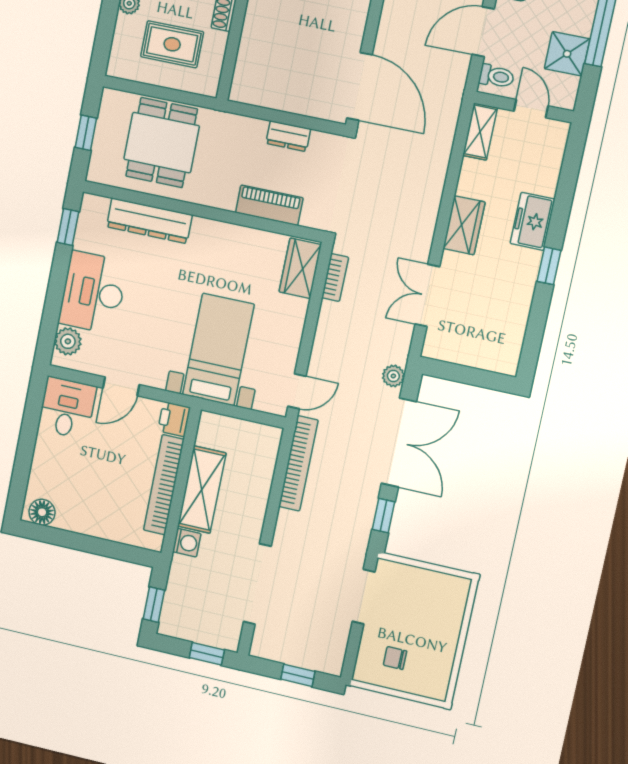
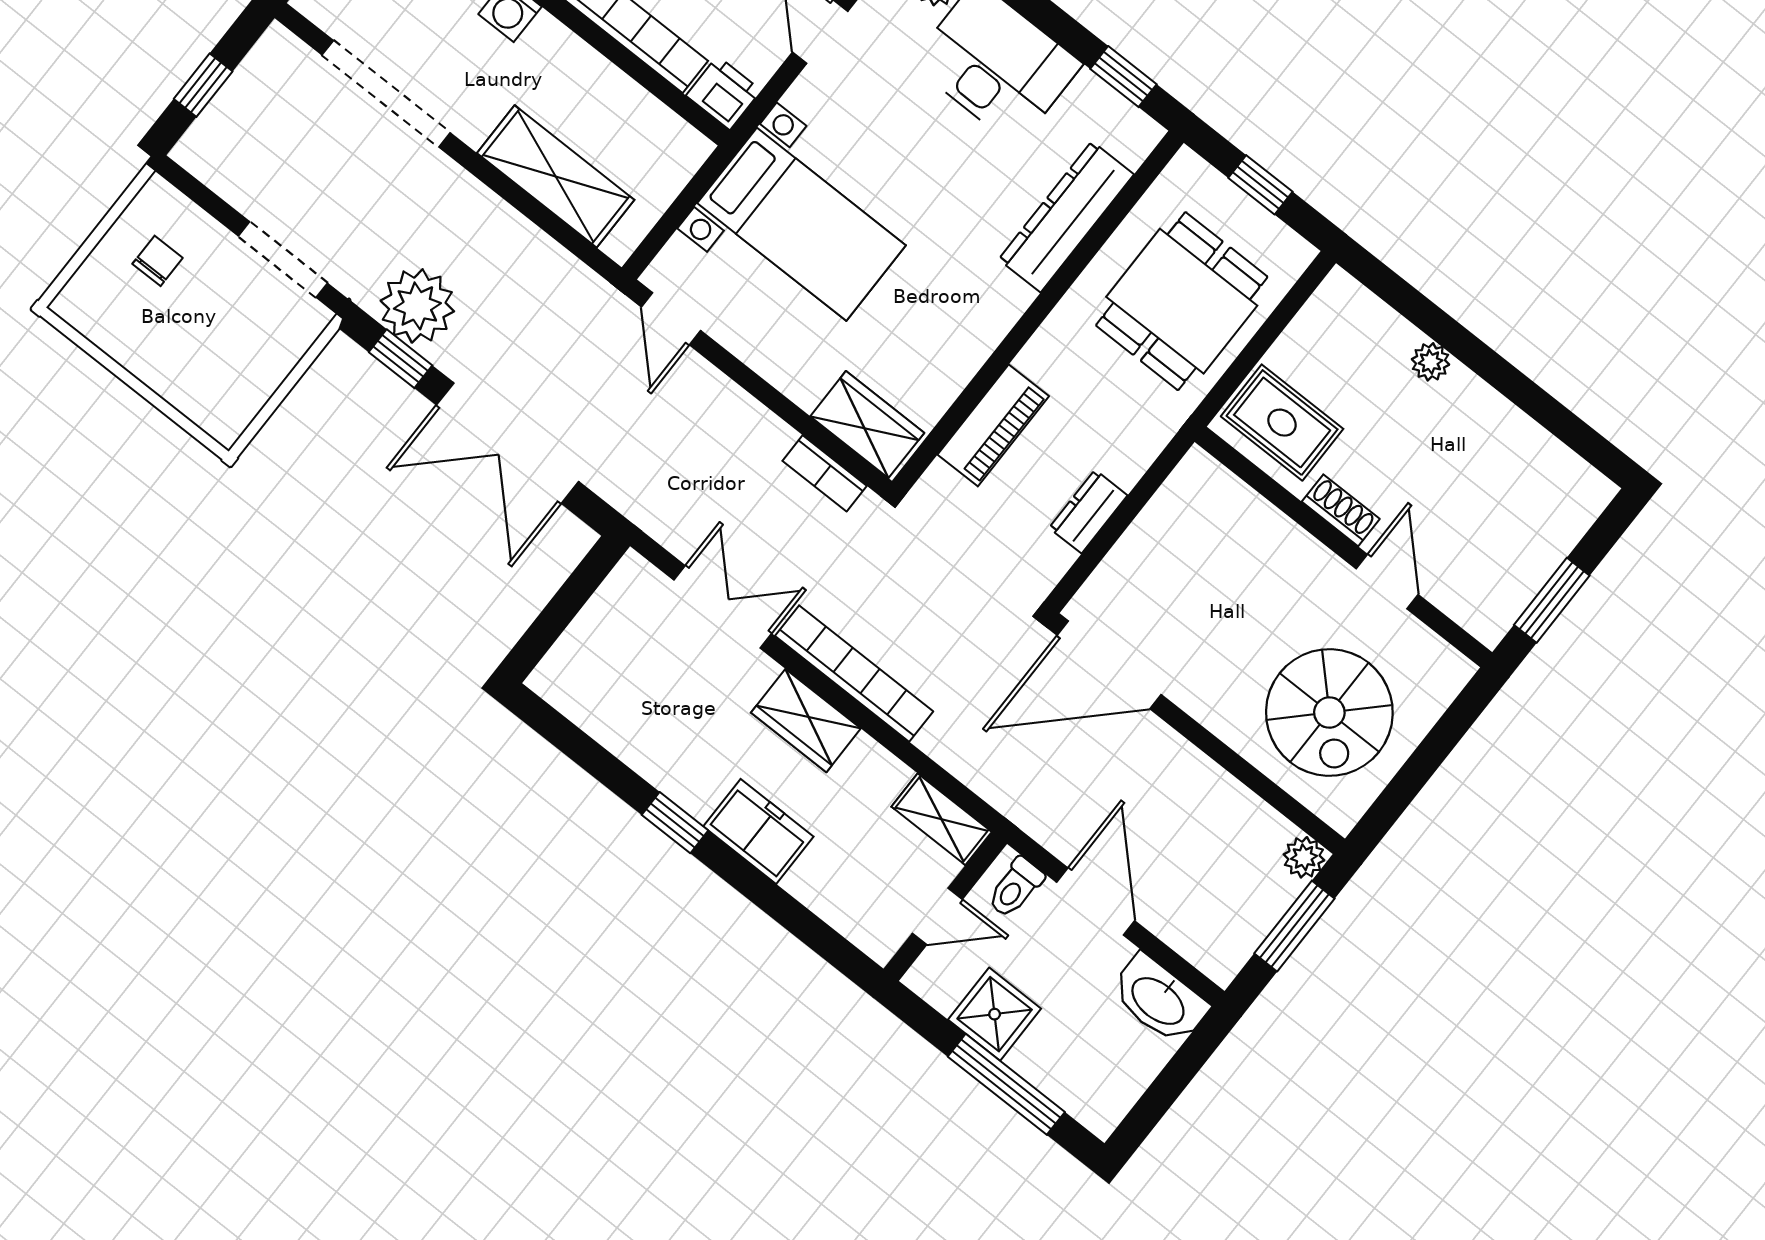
rug: (172, 44) -> (1282, 423), moved, turned 90
dining table: (162, 143) -> (1182, 301), turned 90
plant: (393, 376) -> (417, 306), moved, width x1.88, depth x1.88
bookcase: (298, 463) -> (854, 674), moved, turned 180
shelving: (202, 490) -> (556, 176), moved

